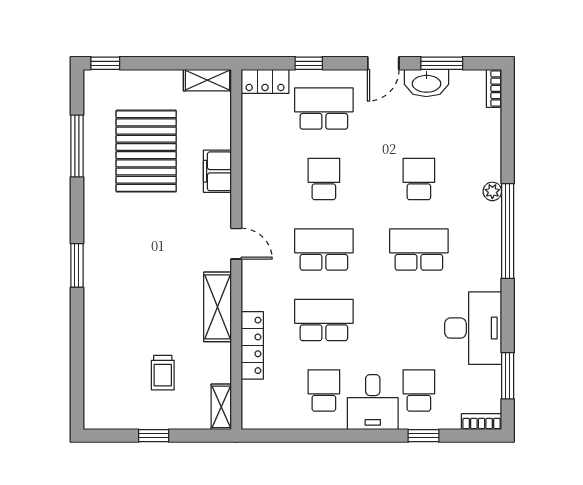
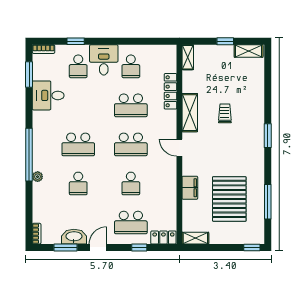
desk: (473, 328) -> (48, 95), width x0.73
trolley: (163, 373) -> (225, 113), moved
shelving: (111, 418) -> (249, 51), added

